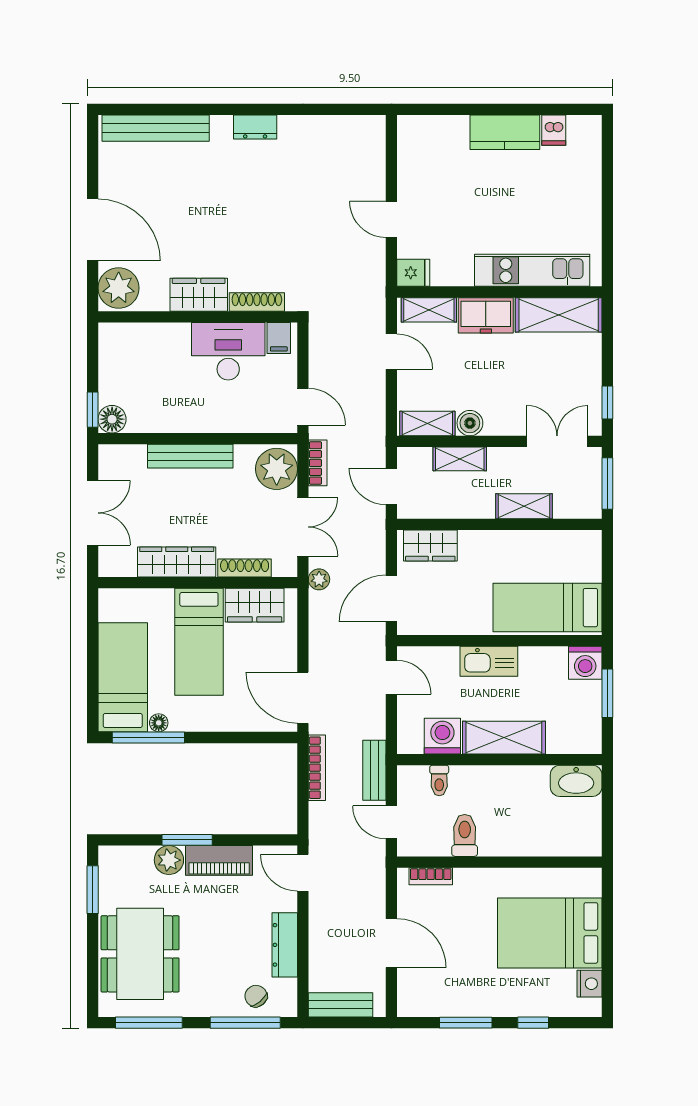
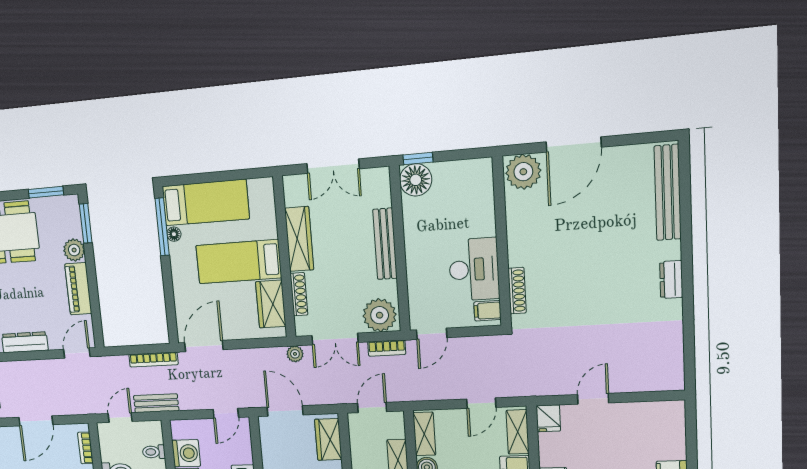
wardrobe: (199, 295) -> (521, 241), removed
floor lamp: (112, 419) -> (416, 180), width x1.38, depth x1.38
window: (187, 840) -> (86, 223), moved

